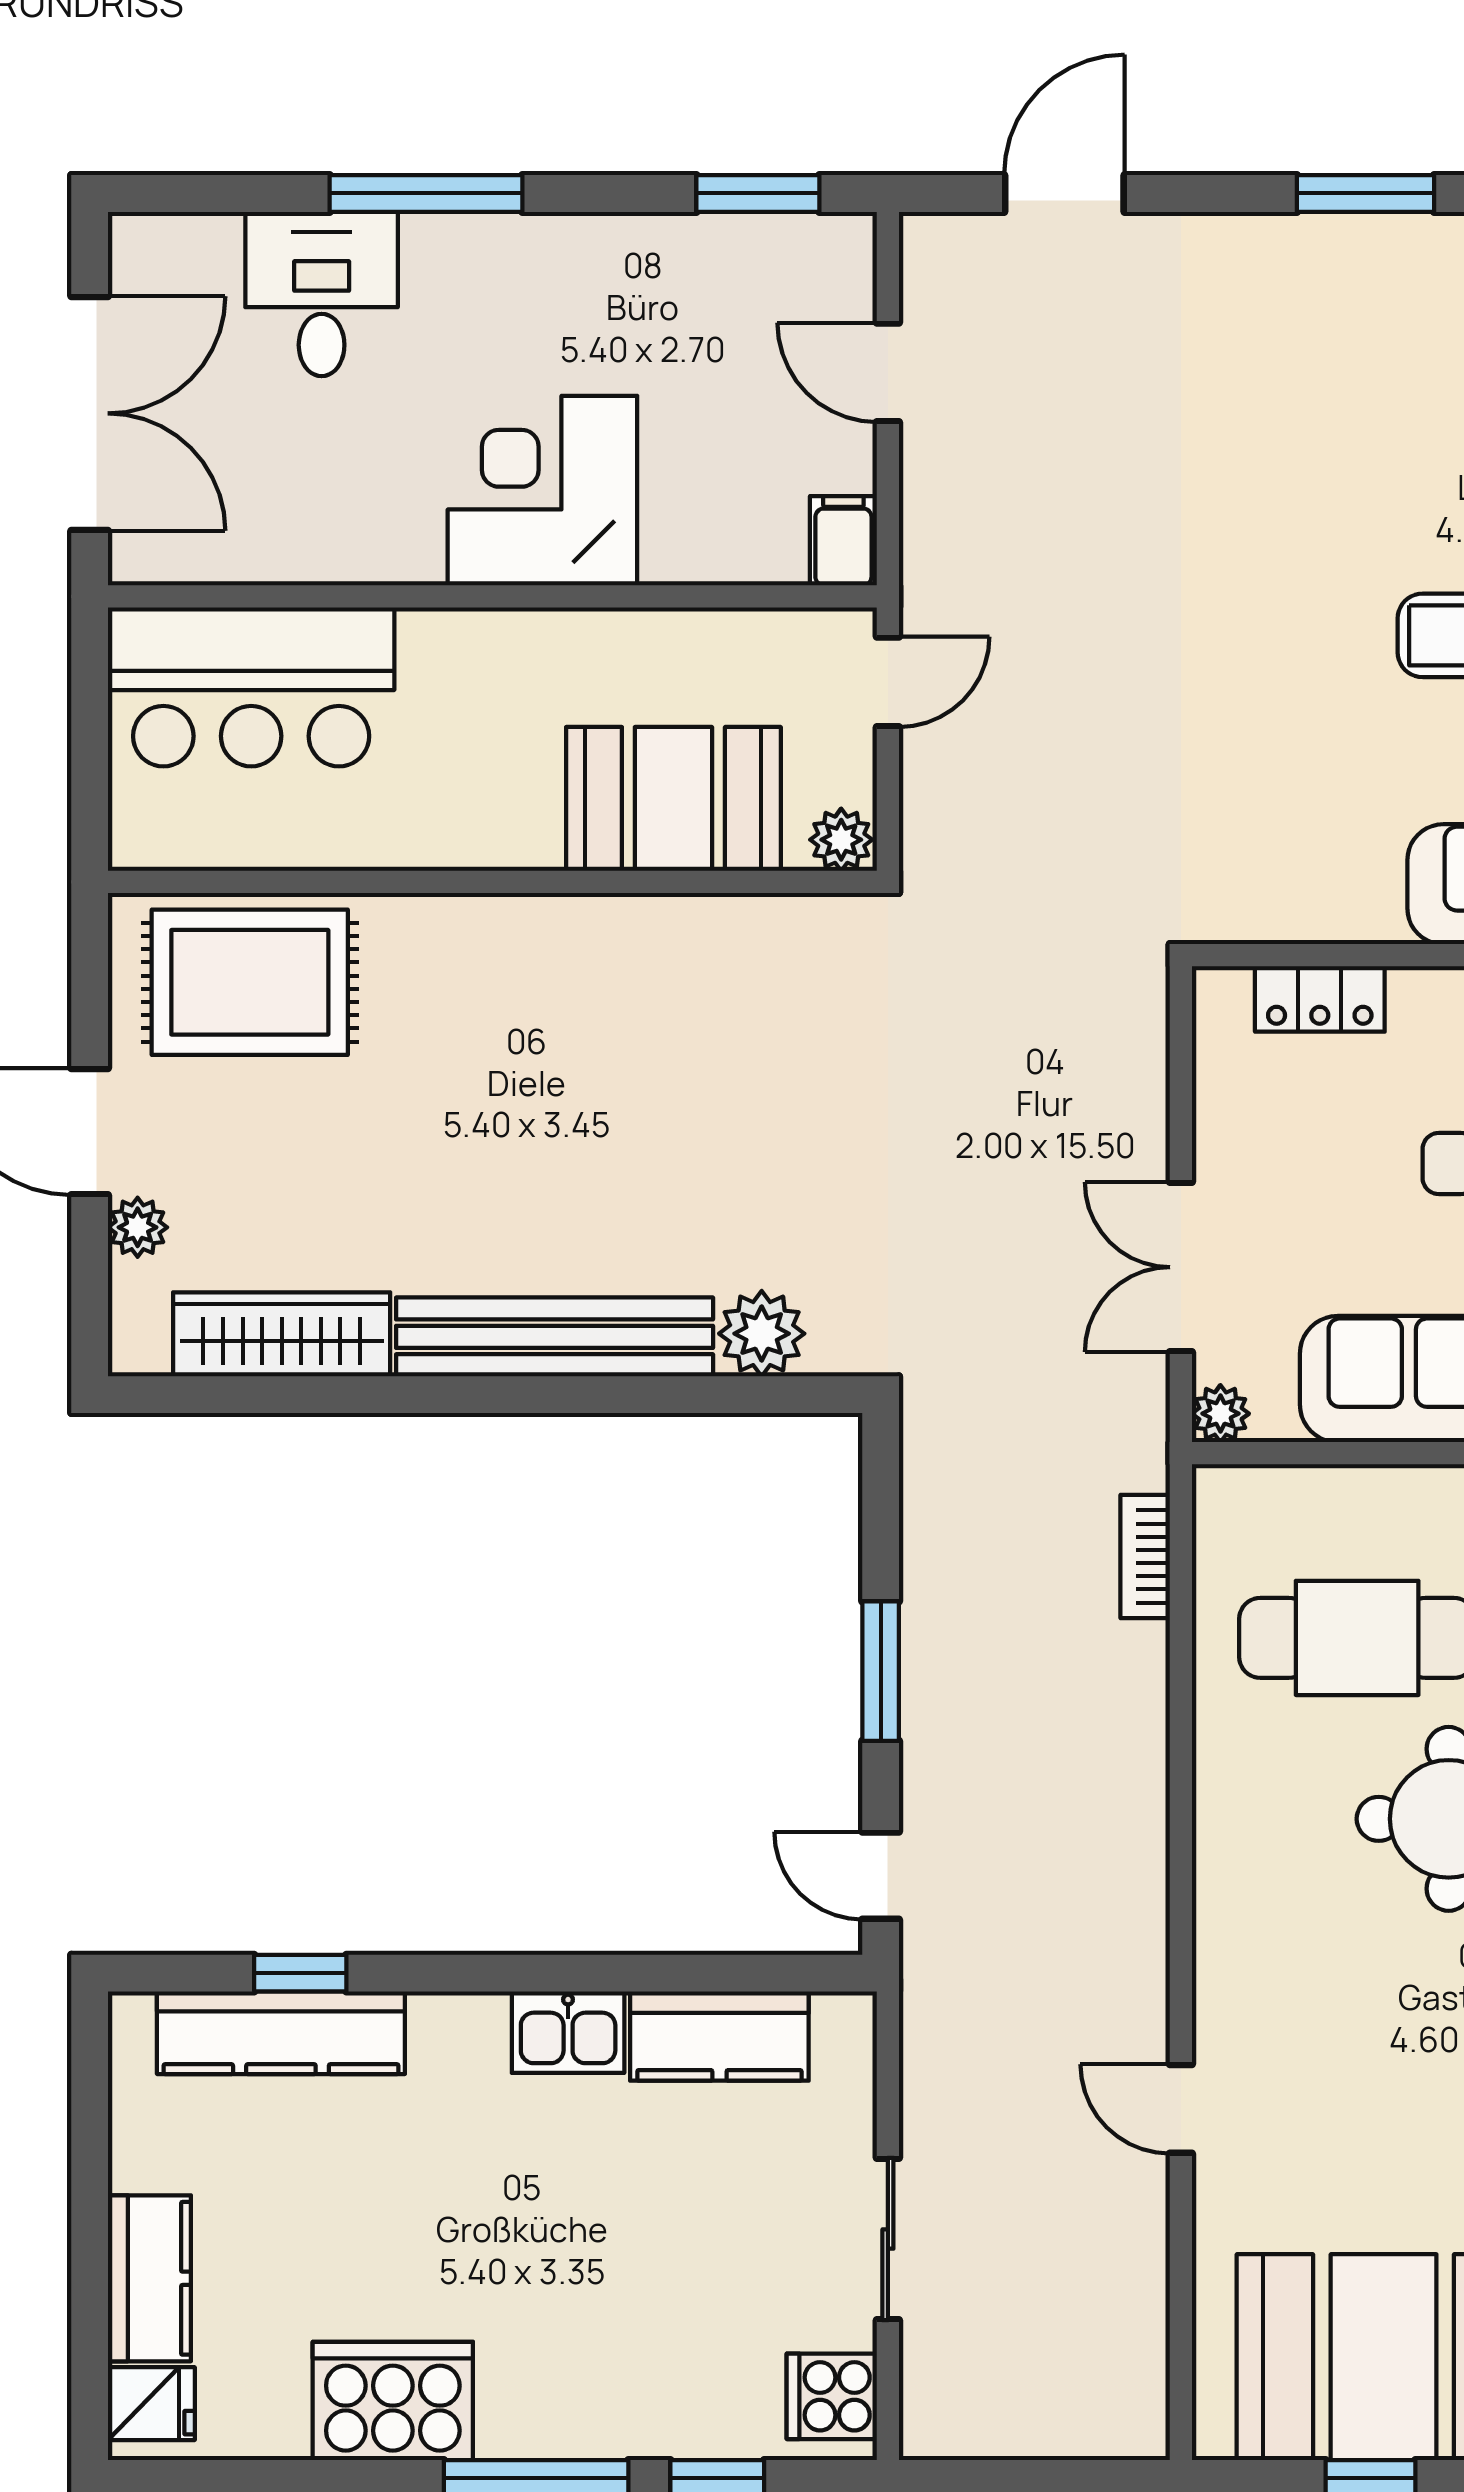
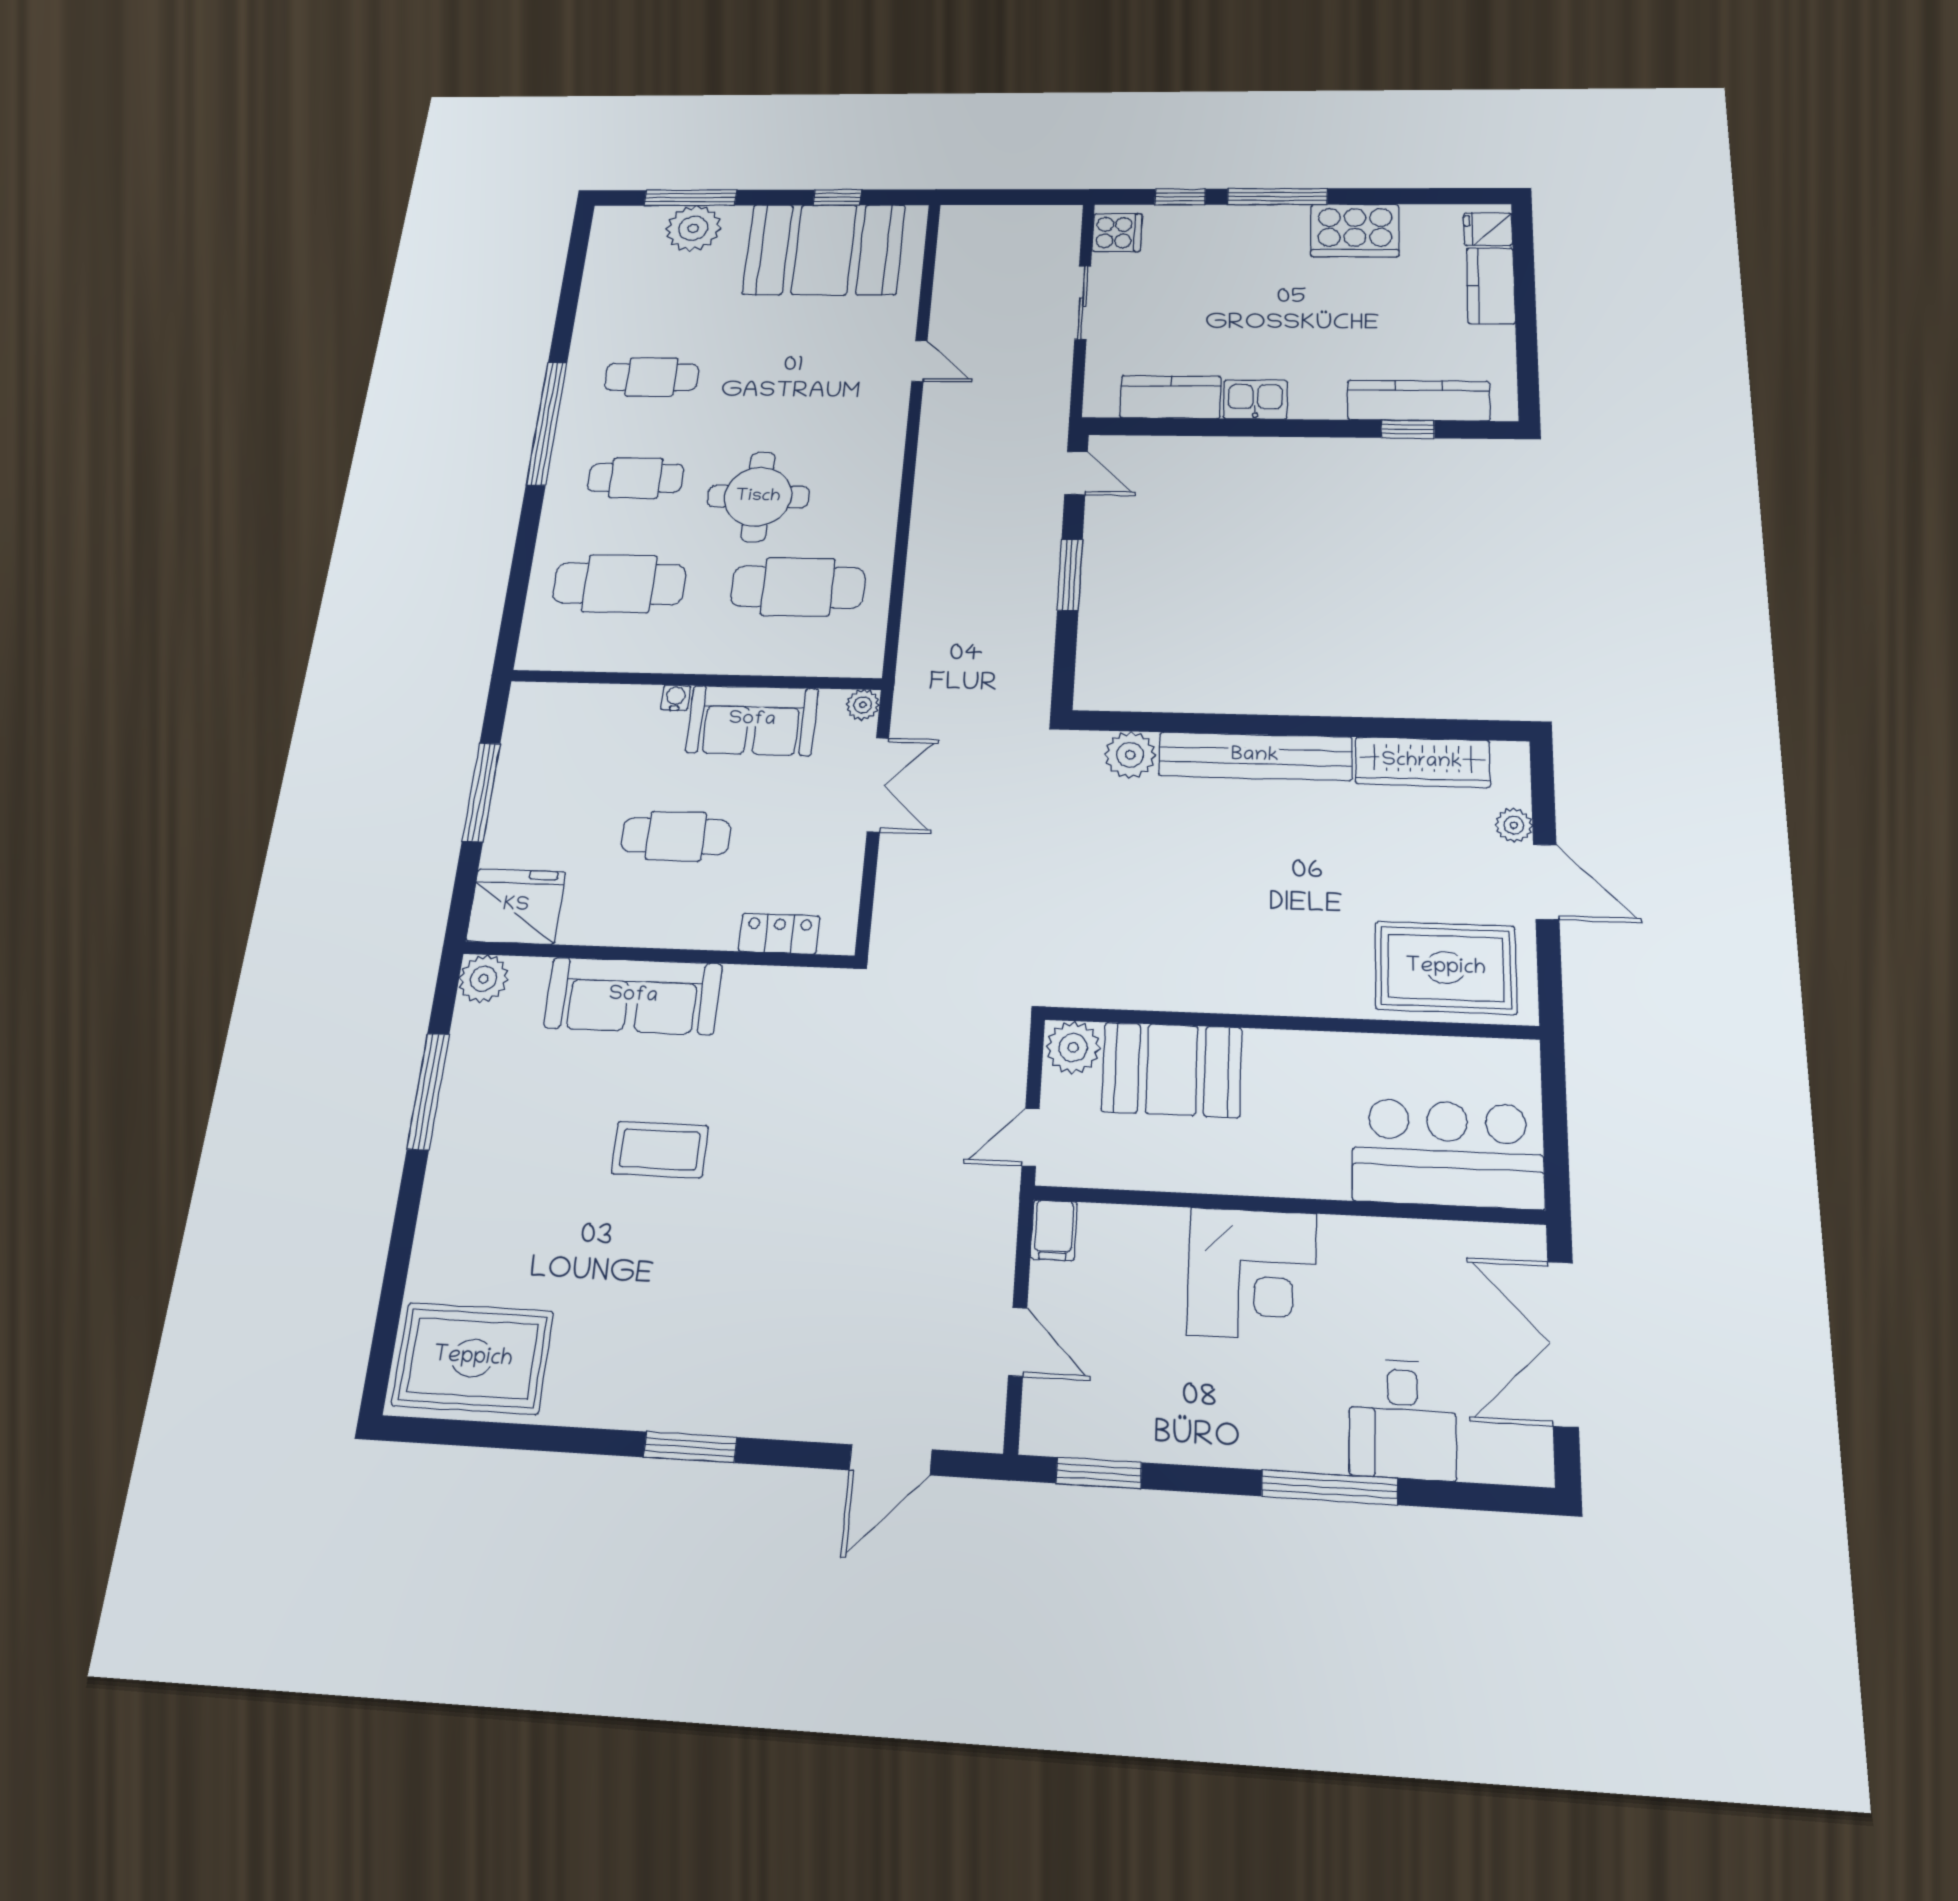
plant: (841, 840) -> (1073, 1048), width x1.38, depth x1.38
bookcase: (1145, 1556) -> (914, 631), removed

